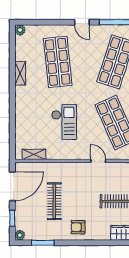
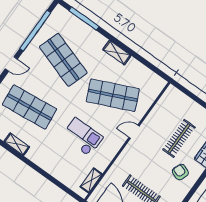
armchair: (78, 227) -> (180, 172), moved, turned 111

